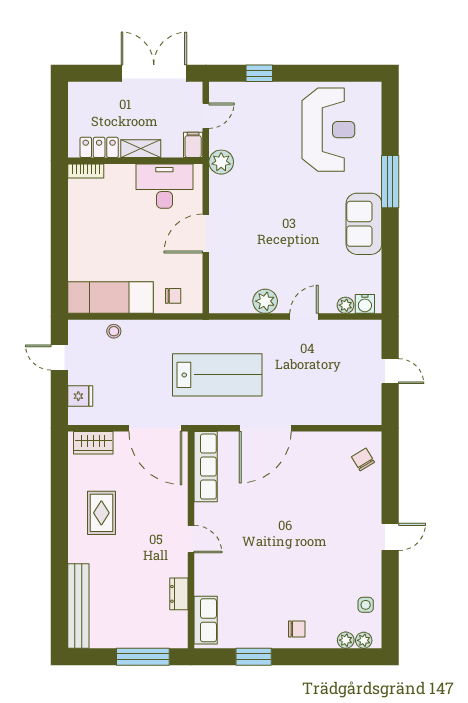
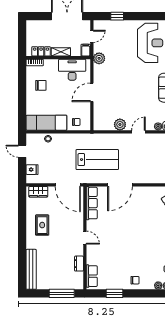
chair: (99, 219) -> (41, 85), added

